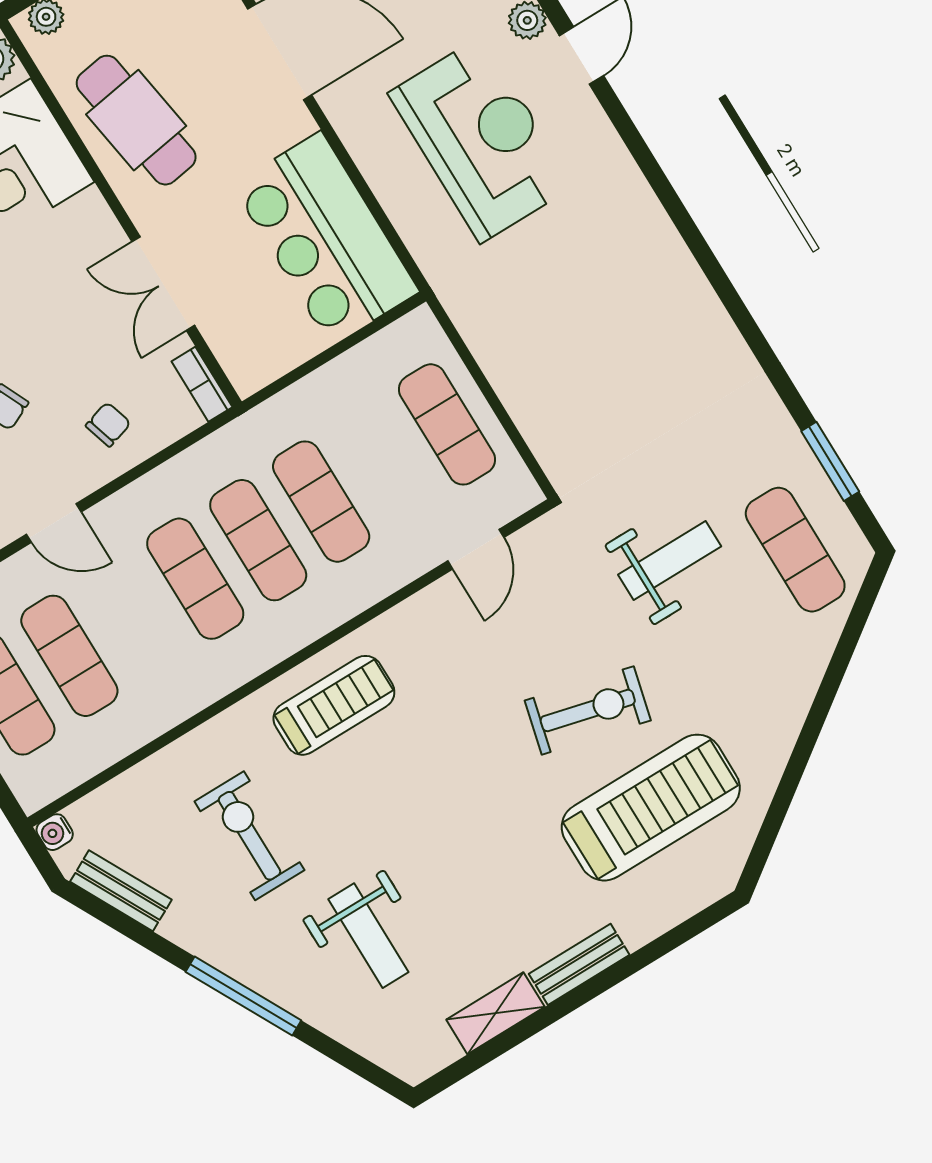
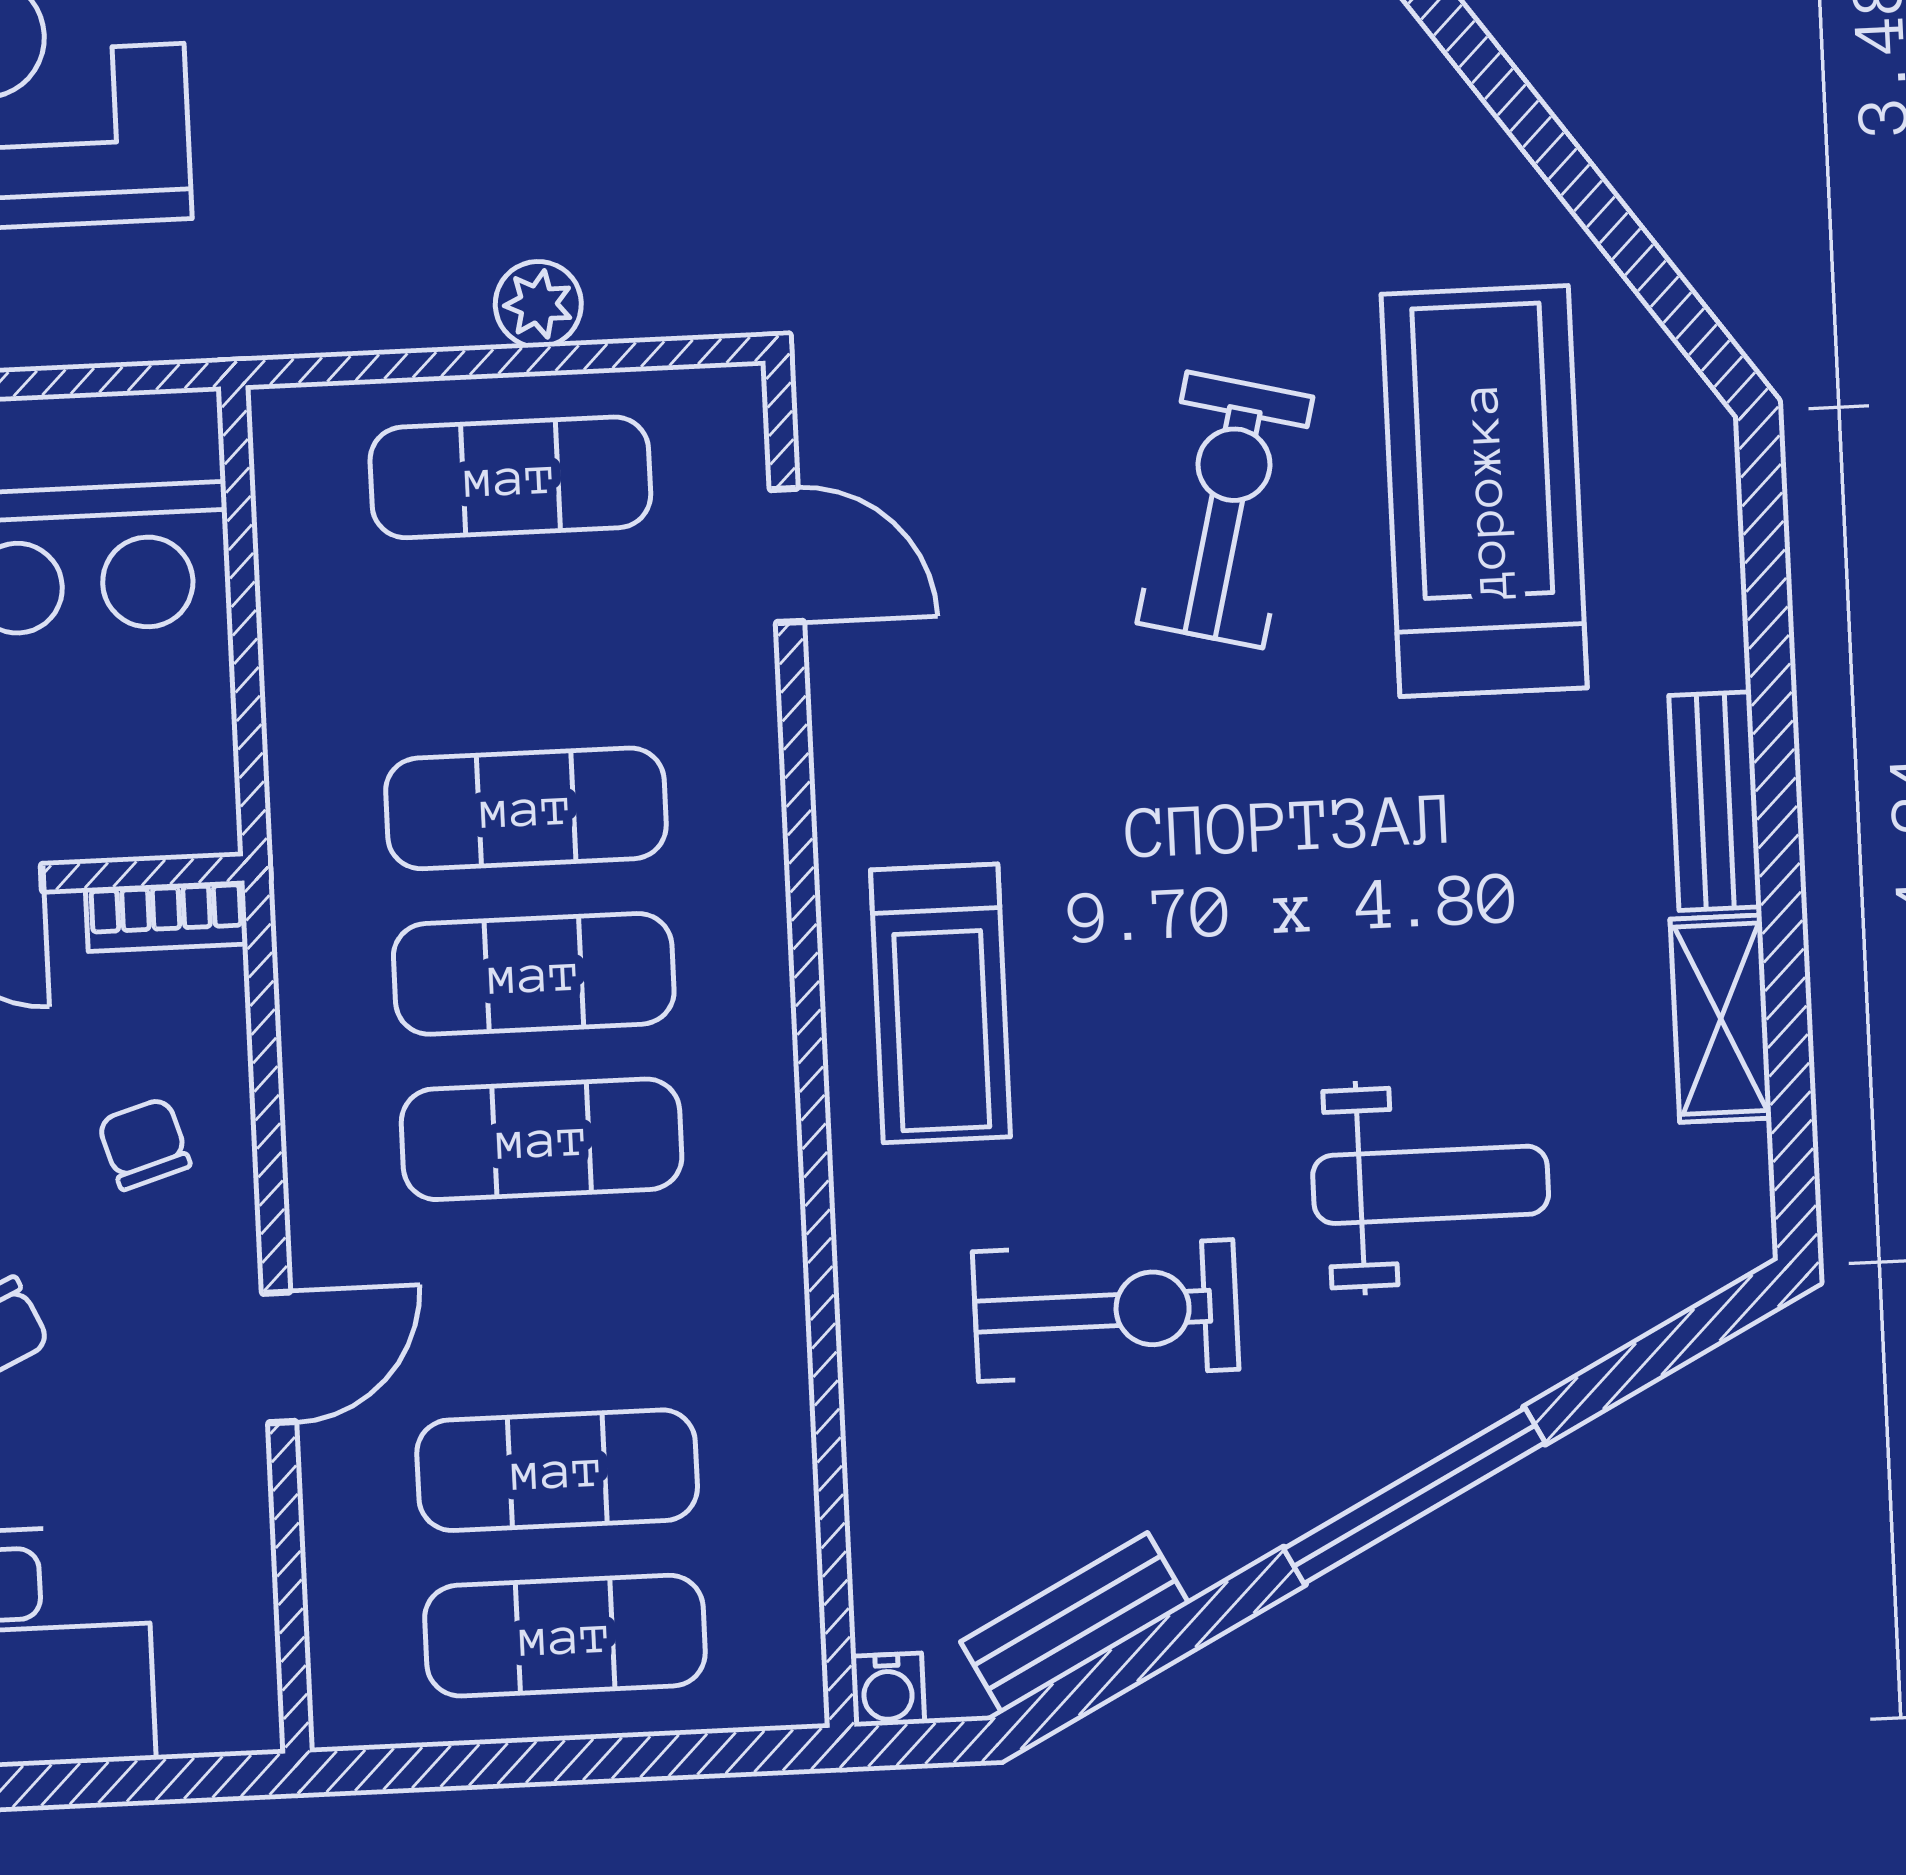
plant: (521, 398) -> (538, 304), added
weight bench: (670, 560) -> (1019, 187), removed
treadmill: (334, 705) -> (940, 1003), turned 180
exercise bike: (249, 836) -> (1106, 1311), turned 180

